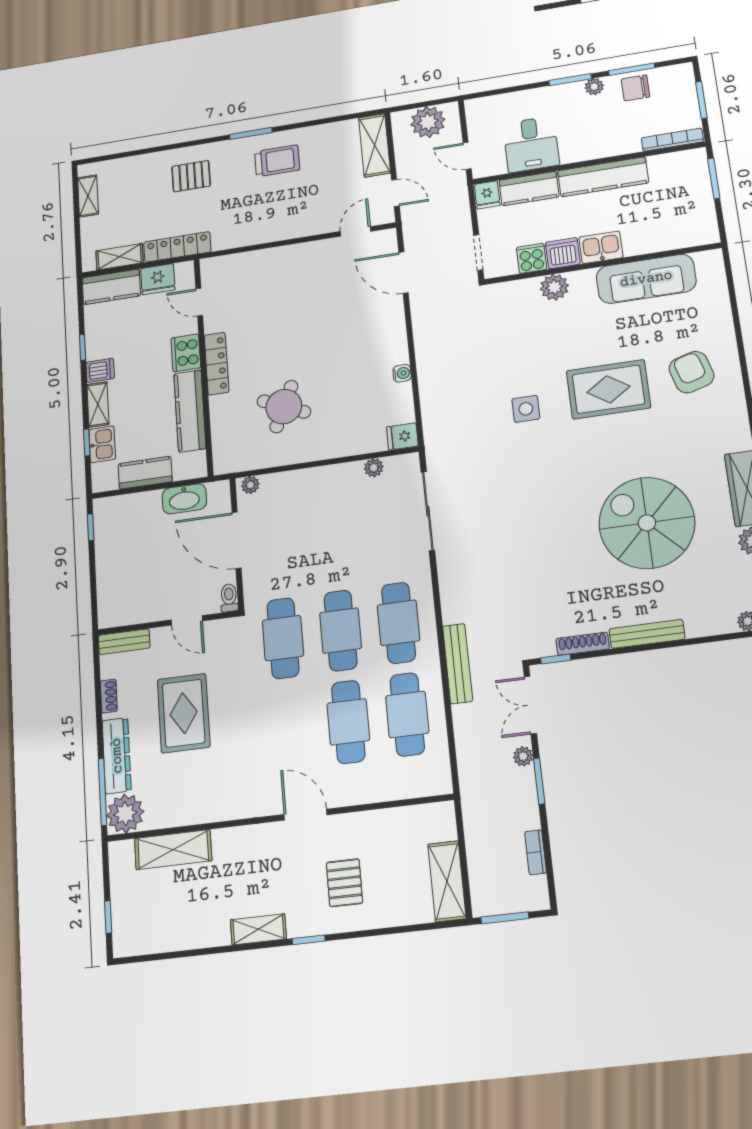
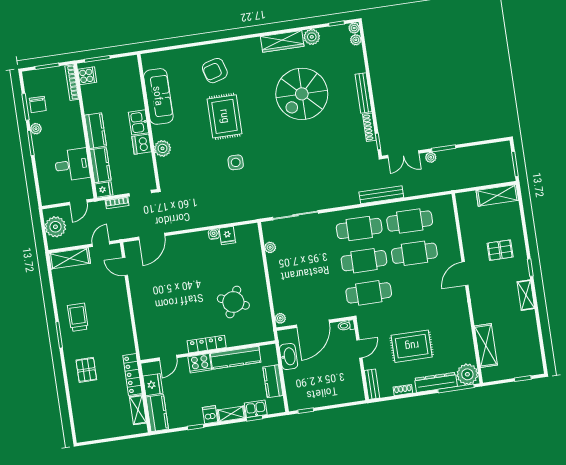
kitchen counter: (603, 177) -> (95, 131), width x0.67
shelving: (88, 196) -> (98, 434), removed
cooker: (532, 258) -> (87, 76), moved, turned 180
fridge: (402, 436) -> (227, 236), moved
bookcase: (536, 852) -> (117, 203), moved

